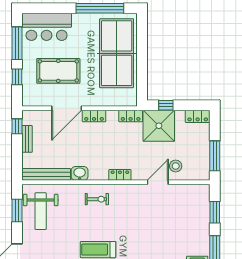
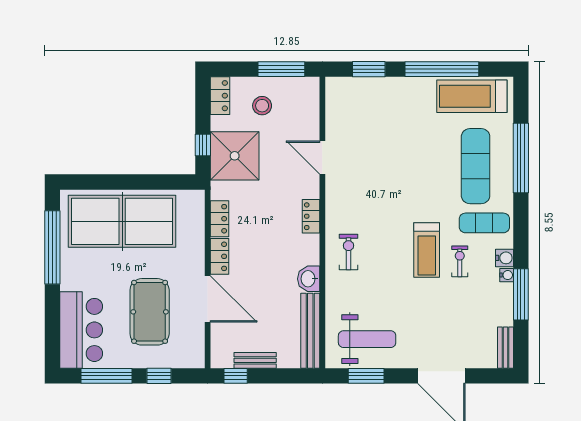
locker: (131, 116) -> (220, 219), moved
stool: (176, 166) -> (262, 106), moved

